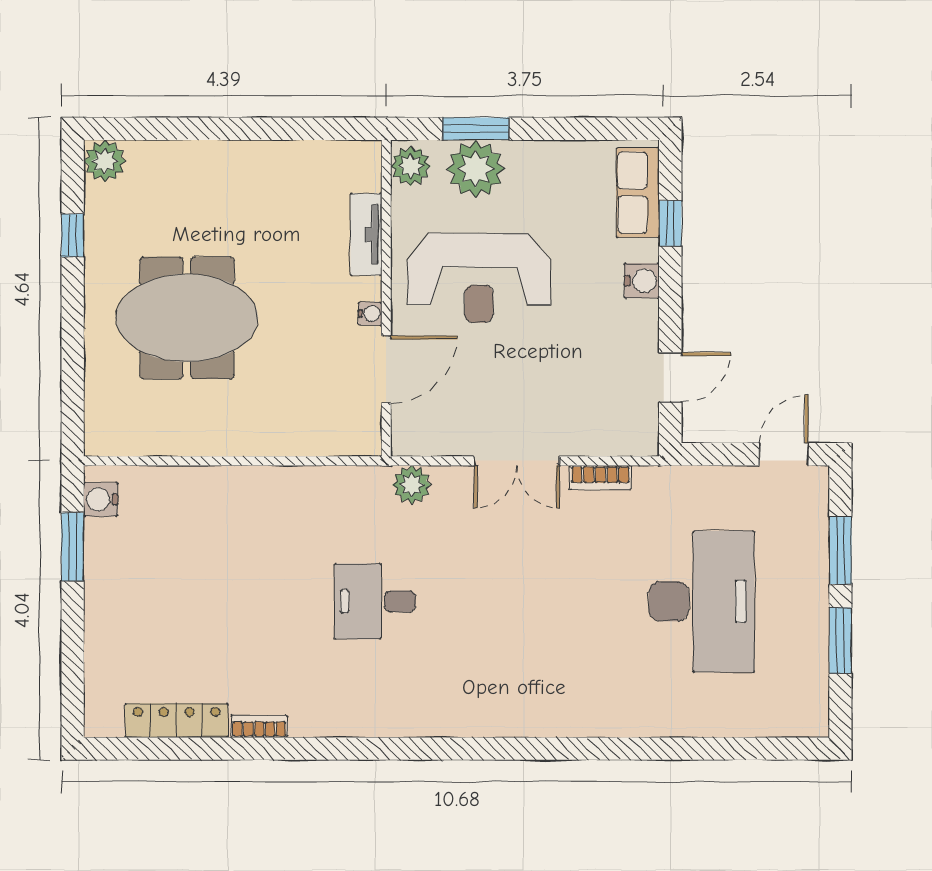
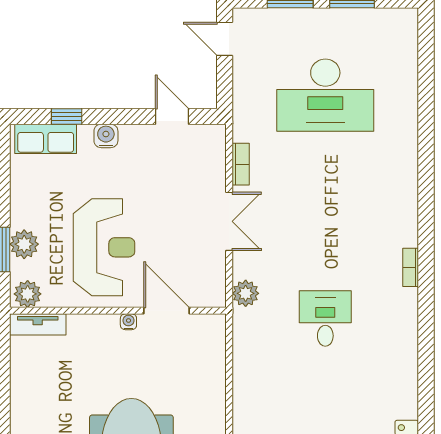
plant: (476, 169) -> (24, 244), width x0.73, depth x0.73
tv unit: (366, 234) -> (38, 324), moved
desk: (375, 601) -> (325, 318), turned 180
desk: (702, 601) -> (325, 95), turned 180
bookcase: (259, 726) -> (411, 267), moved

